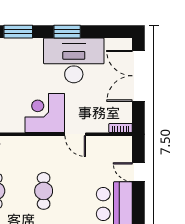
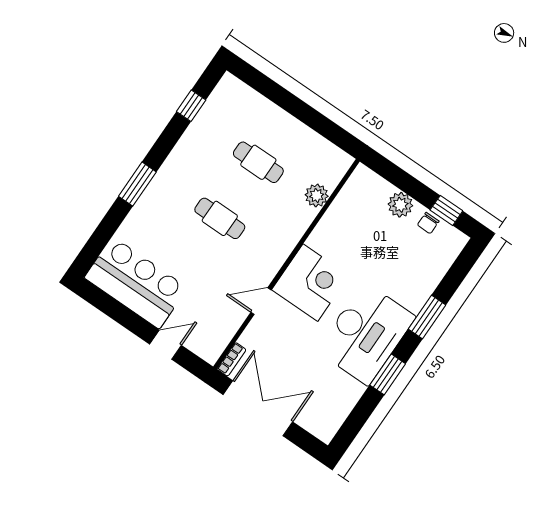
desk: (74, 60) -> (366, 334), moved
double door: (138, 76) -> (258, 408), moved

